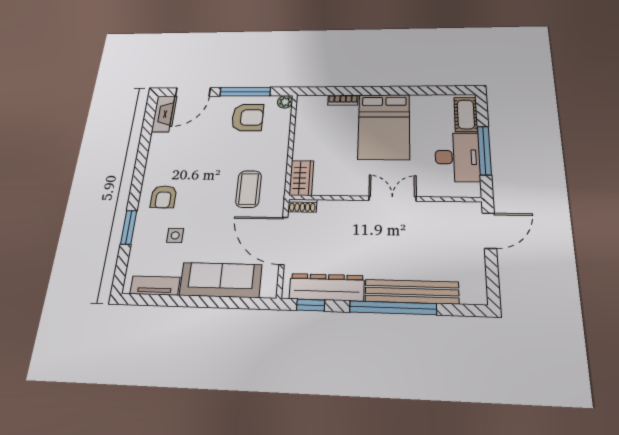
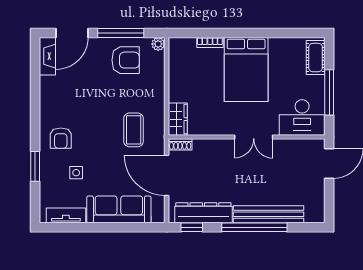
desk: (457, 157) -> (302, 117), moved, turned 90
double door: (392, 199) -> (254, 137), swing flipped

